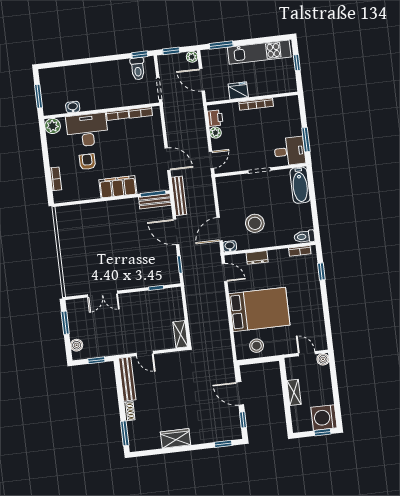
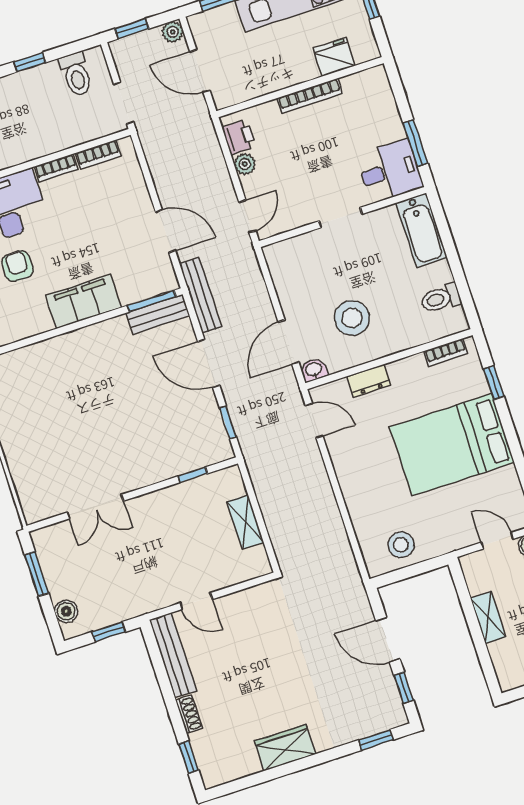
window: (140, 55) -> (30, 62), moved
fridge: (238, 91) -> (334, 57), moved
toilet: (304, 237) -> (441, 298), moved
bed: (259, 309) -> (452, 445), moved, turned 180
shelving: (180, 334) -> (245, 522), moved
window: (125, 433) -> (189, 757), width x0.67

